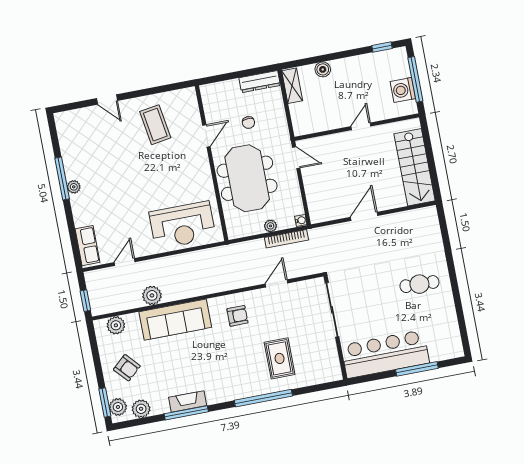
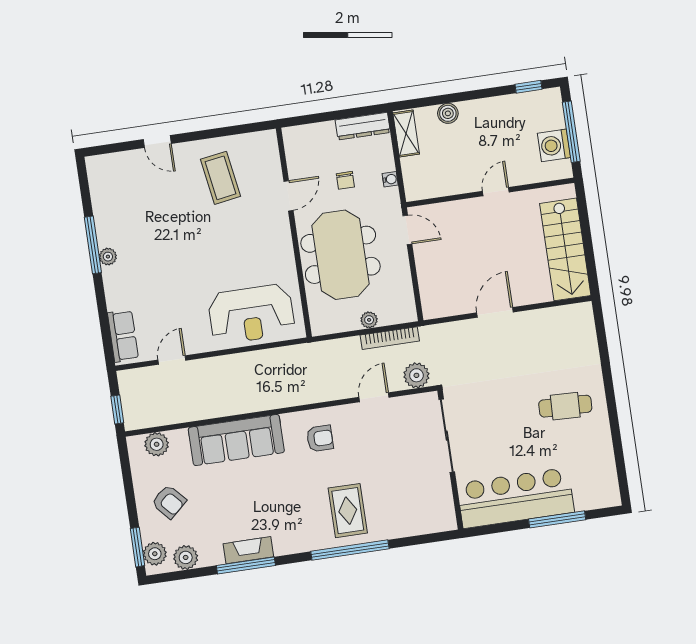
water cooler: (301, 220) -> (390, 179), moved
plant: (152, 295) -> (416, 375), moved
rug: (280, 358) -> (348, 511), moved

